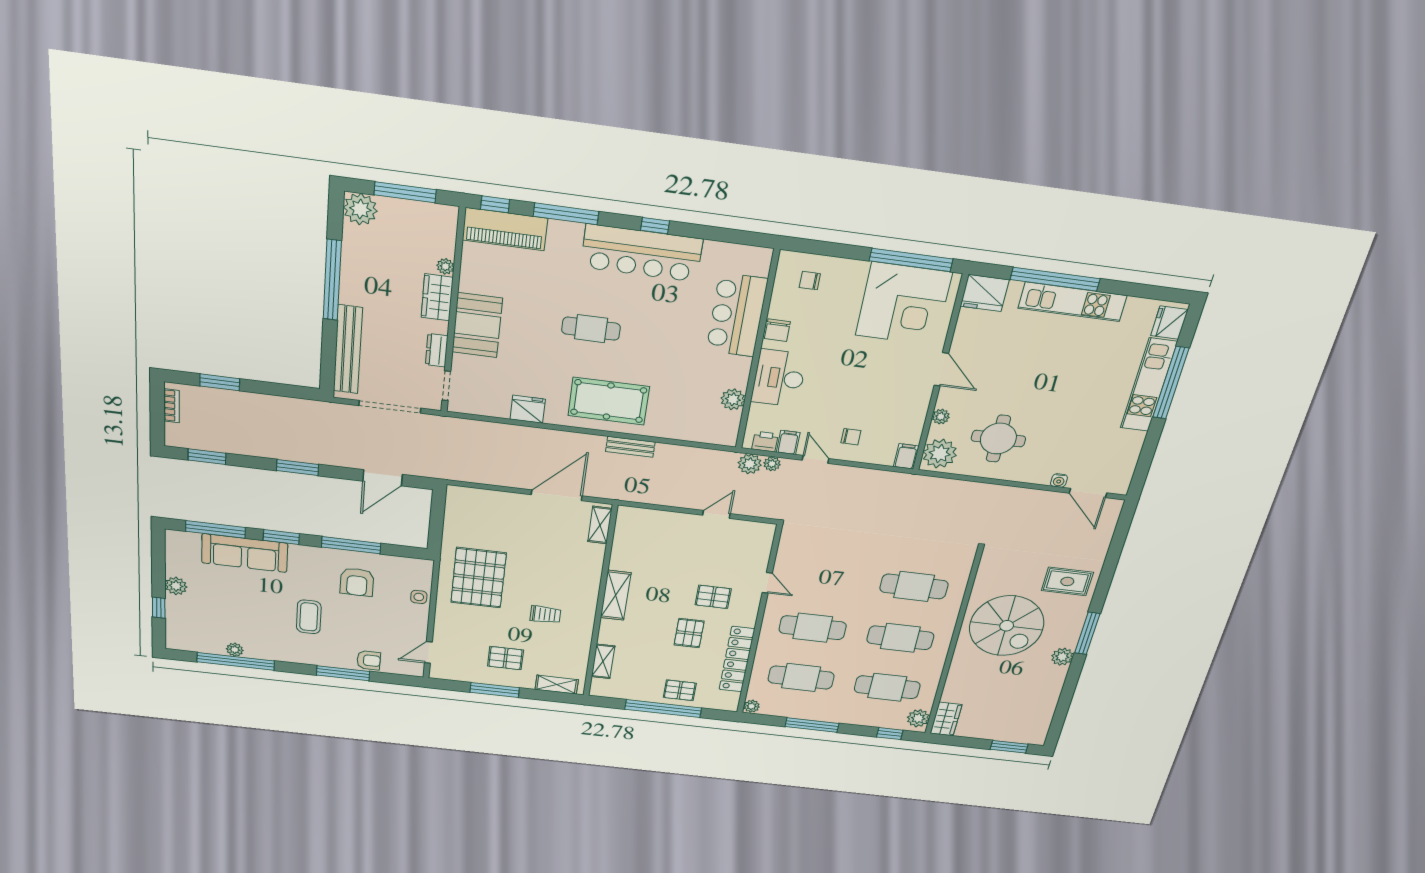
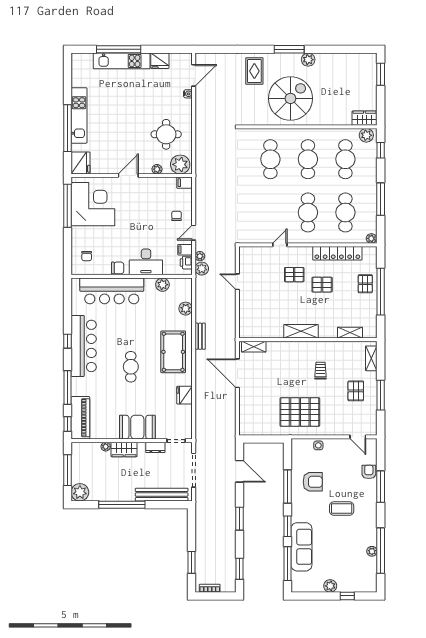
bar counter: (737, 315) -> (112, 291), width x1.36
fridge: (1169, 323) -> (160, 61), moved
plant: (683, 430) -> (186, 309), added
pallet: (713, 597) -> (294, 275), turned 90

